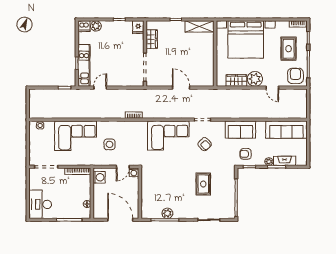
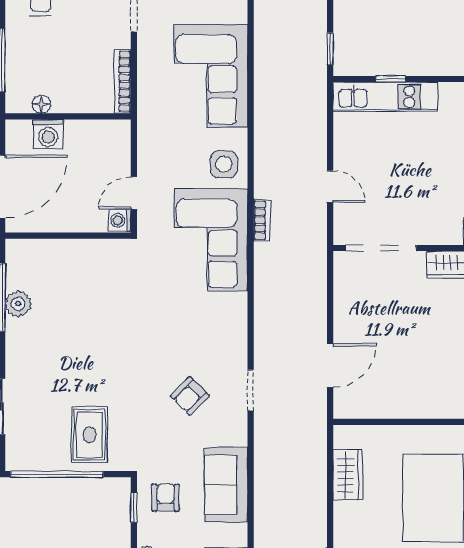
plant: (255, 79) -> (352, 521), removed
door: (100, 88) -> (330, 187), moved
door: (181, 88) -> (330, 366), moved
corner sofa: (168, 136) -> (211, 240), moved
side table: (109, 144) -> (224, 164), moved
door: (123, 167) -> (134, 193), hinge flipped
washing machine: (99, 177) -> (48, 134), moved
rug: (203, 184) -> (89, 435), moved, turned 90

